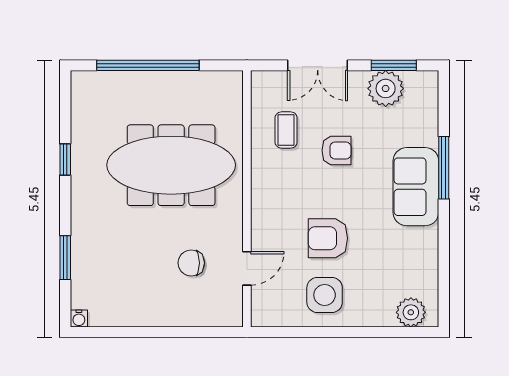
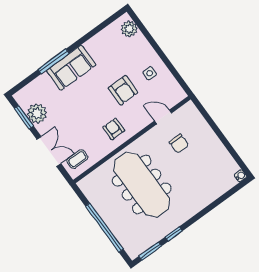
coffee table: (286, 130) -> (77, 159), moved
armchair: (336, 151) -> (114, 129), moved
window: (65, 258) -> (150, 251), moved
side table: (325, 295) -> (150, 73), width x0.54, depth x0.54

